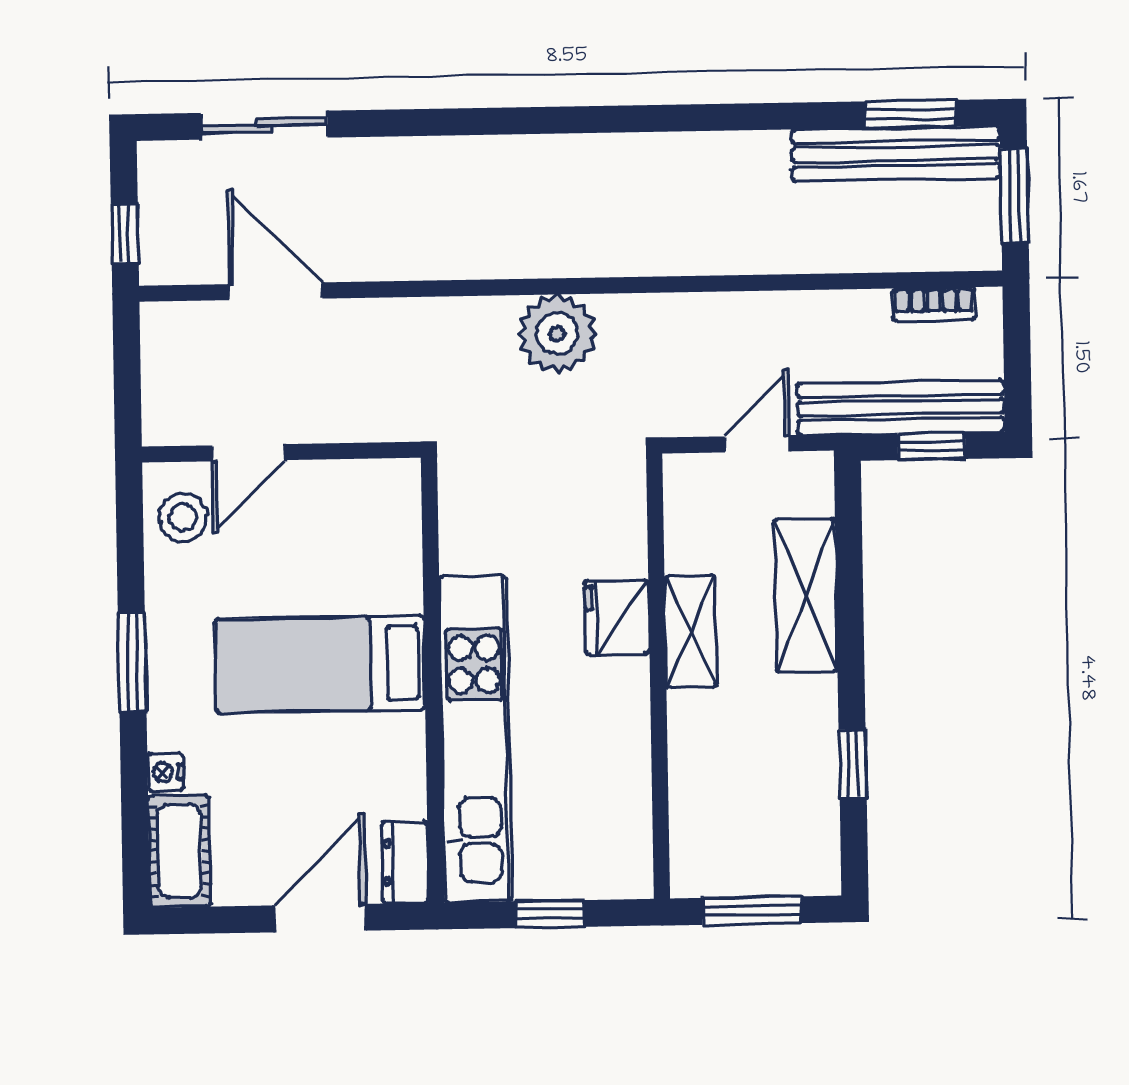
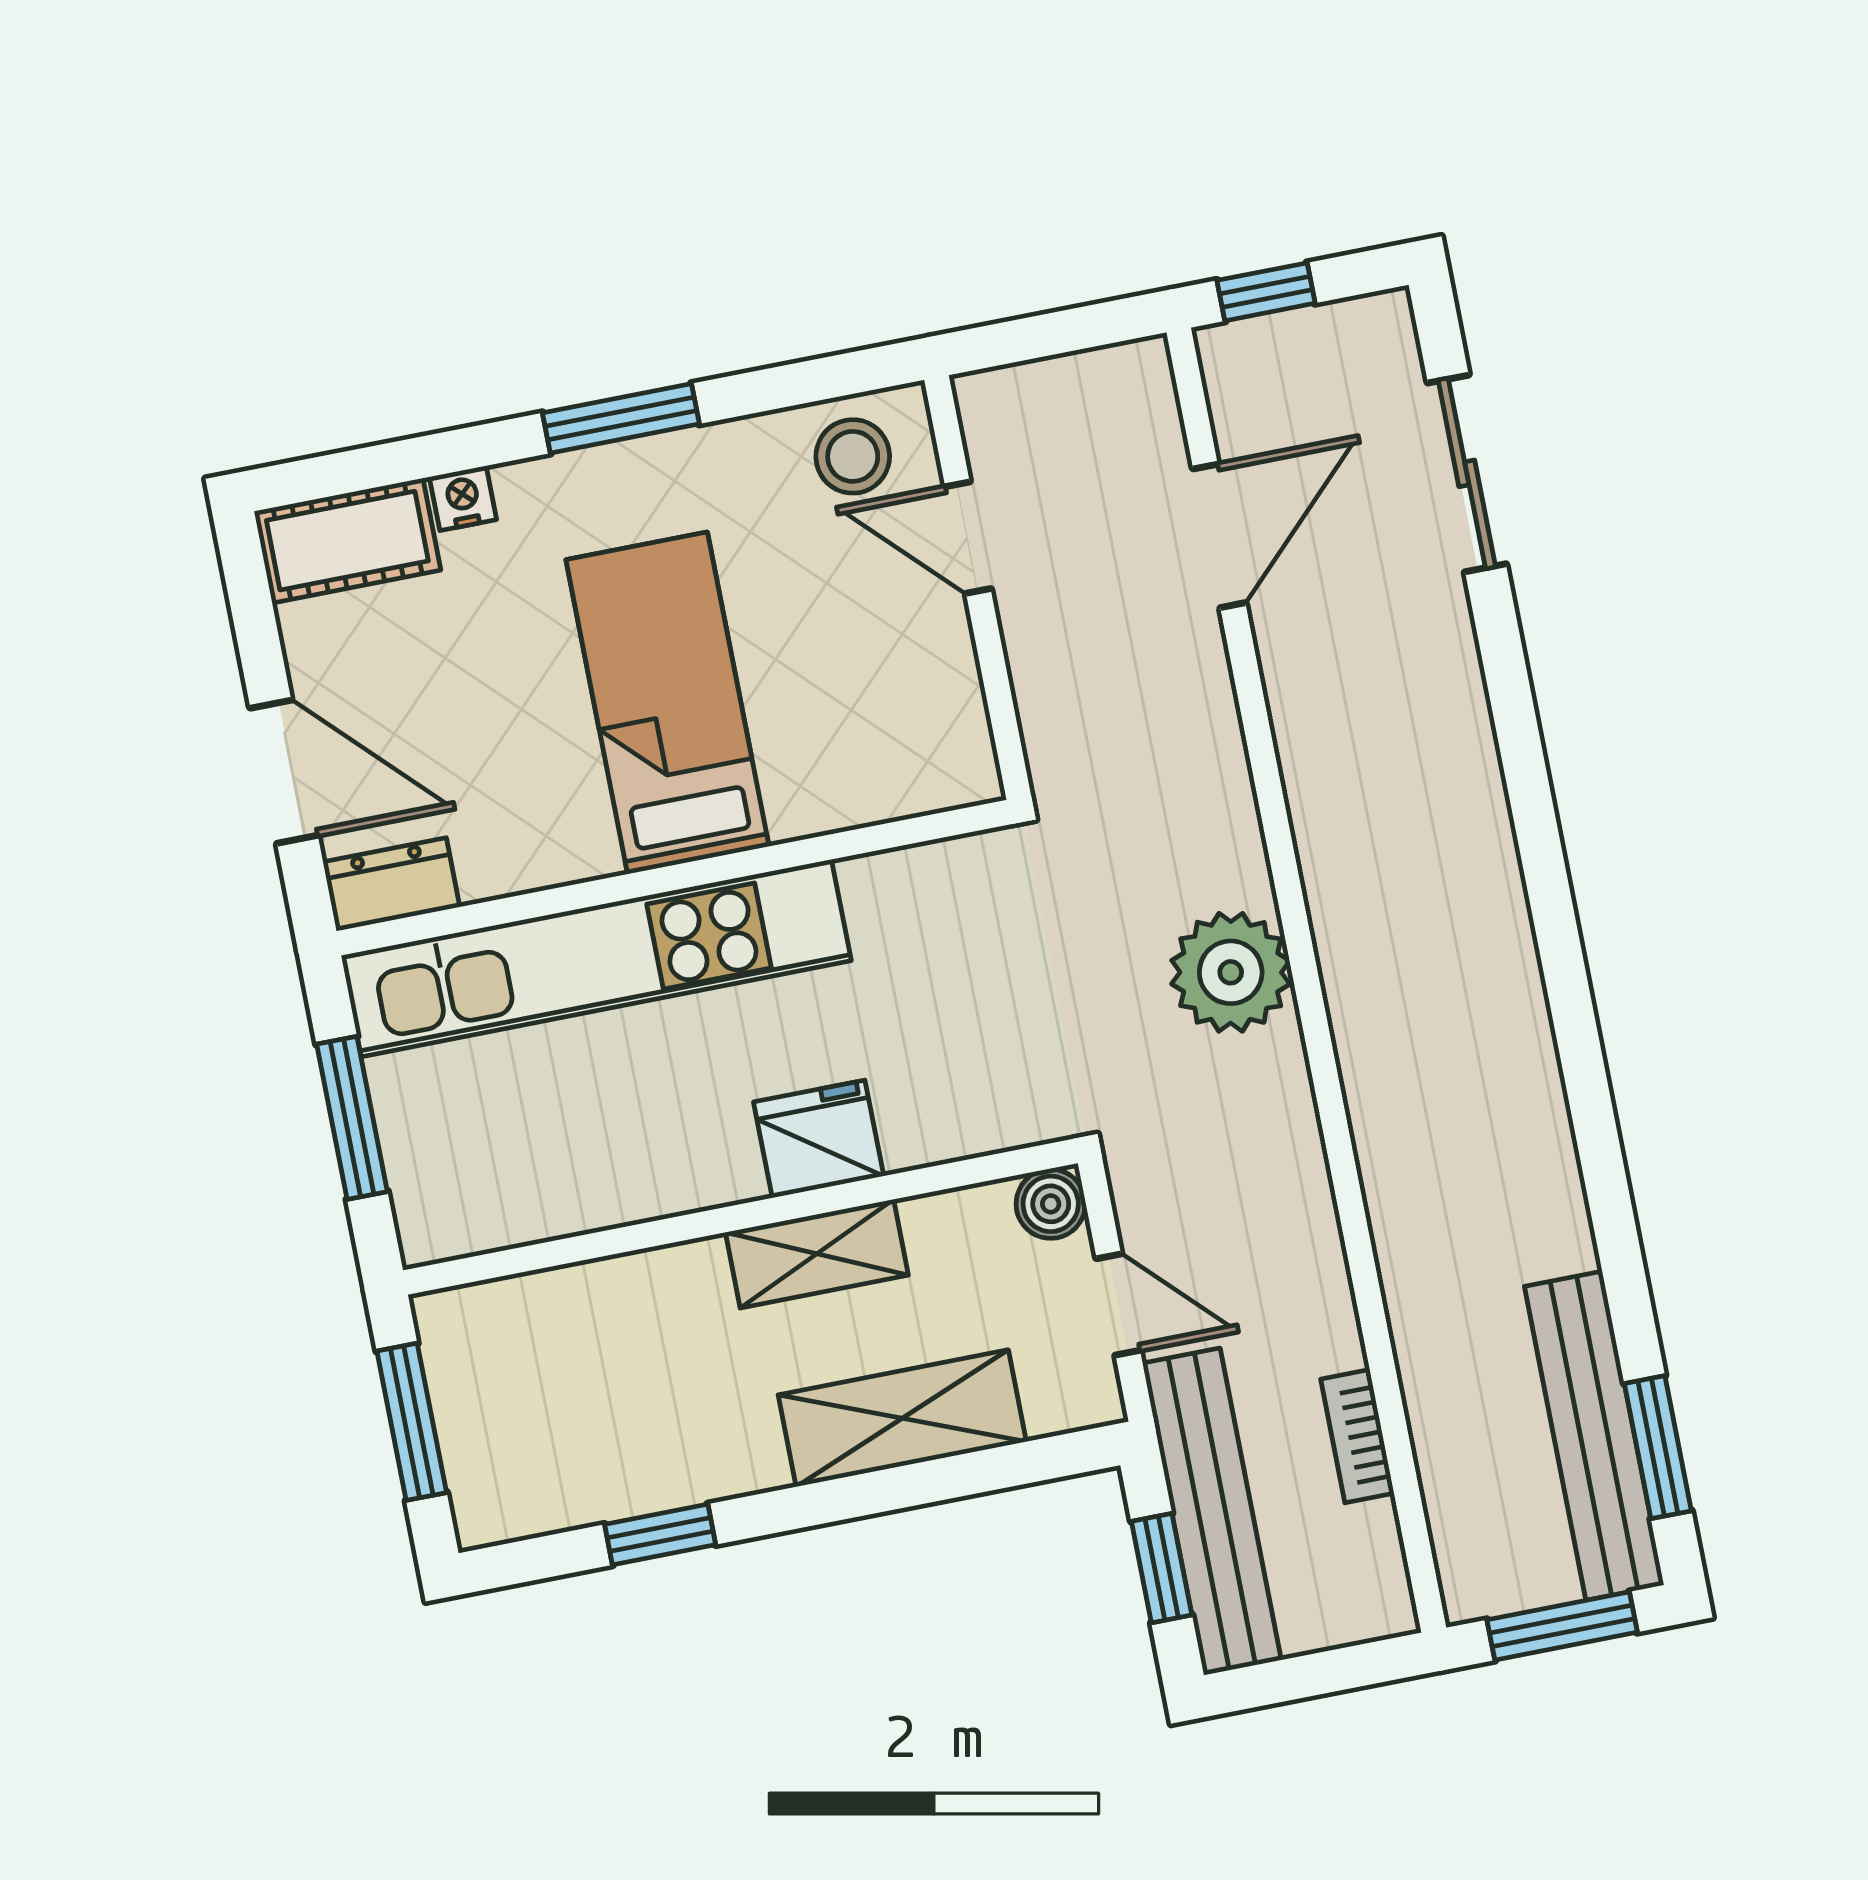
bookcase: (934, 304) -> (1357, 1436), moved
boiler: (685, 476) -> (1051, 1204), added
window: (550, 914) -> (352, 1118), width x1.50

